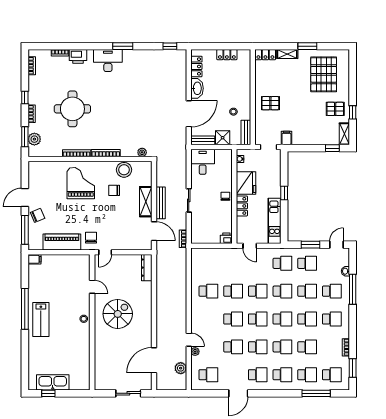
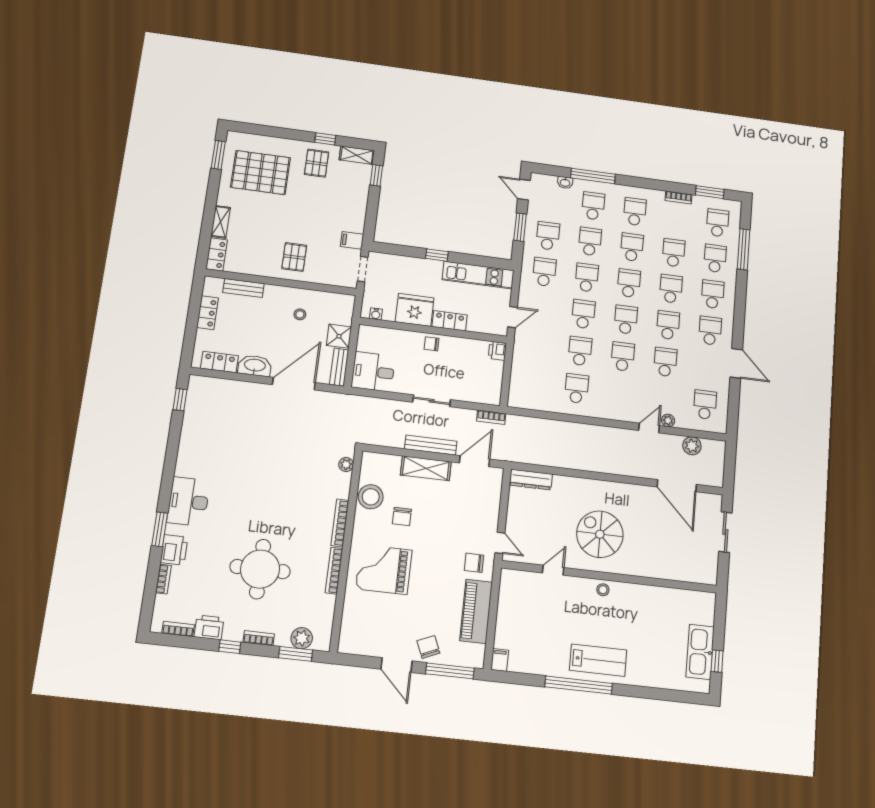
window: (123, 46) -> (160, 529), moved
window: (307, 46) -> (218, 155), moved
printer: (35, 84) -> (209, 627), added
door: (189, 114) -> (294, 384), hinge flipped
bench: (246, 132) -> (243, 288), moved

